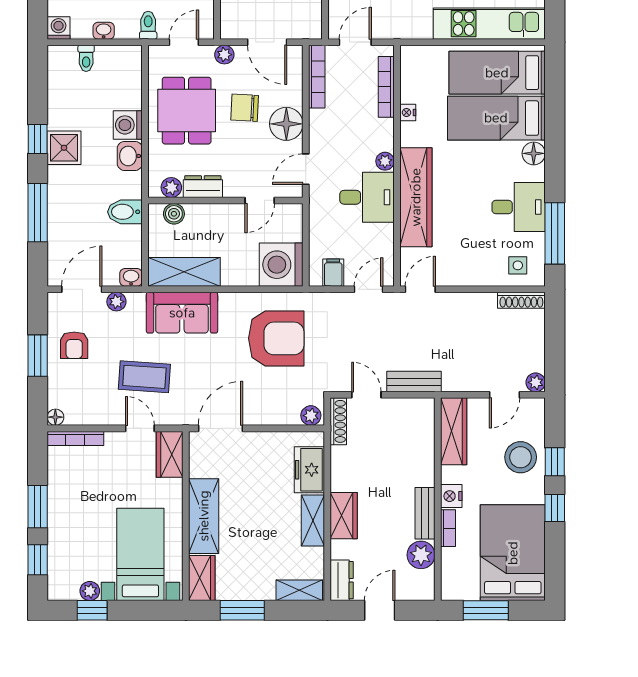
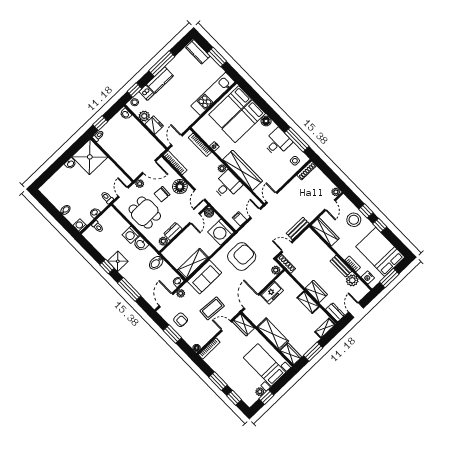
boiler: (174, 214) -> (209, 213), moved
freezer: (309, 470) -> (272, 293), moved, turned -90
nightstand: (451, 496) -> (368, 277), moved

